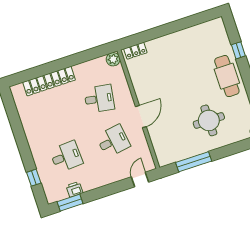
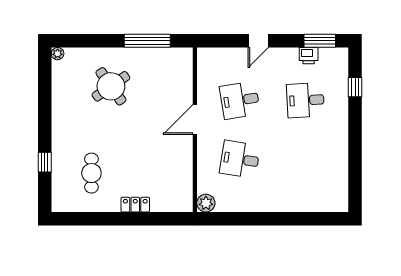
locker: (135, 51) -> (135, 205), moved
cafe table: (227, 76) -> (91, 173), moved, width x0.73, depth x0.74
locker: (49, 81) -> (296, 202), removed
round table: (209, 120) -> (111, 86), turned -35
door: (140, 179) -> (258, 41), moved

